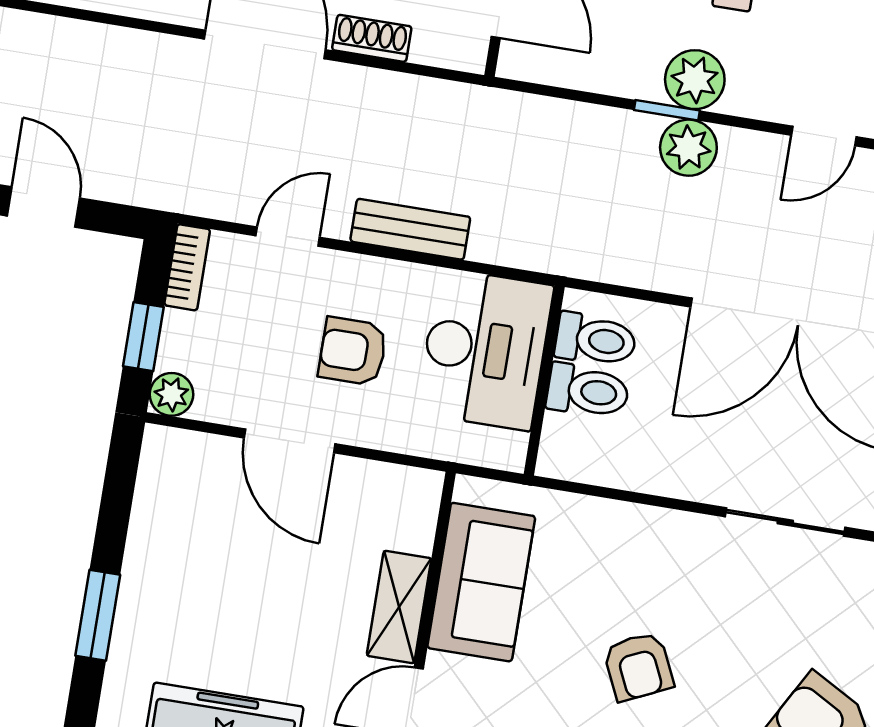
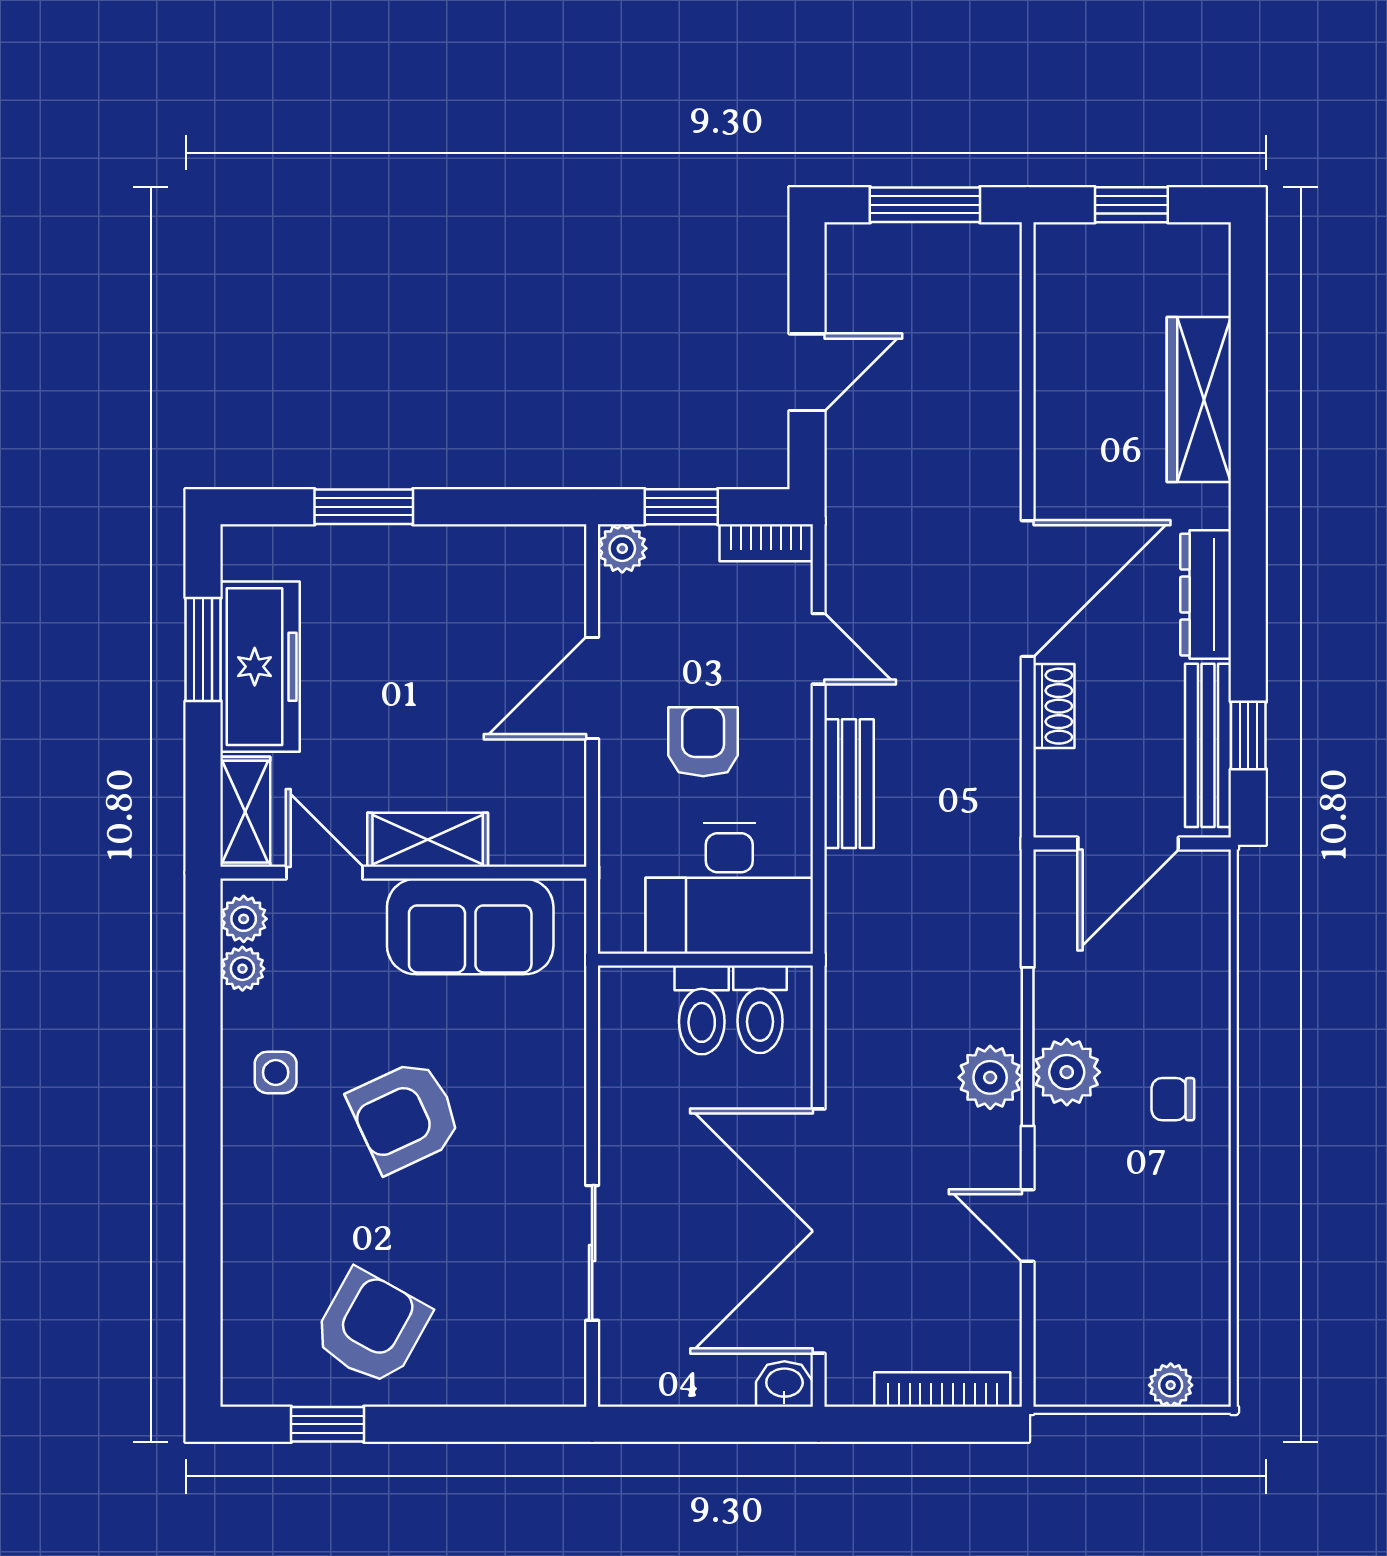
window: (667, 110) -> (1028, 1047), width x2.17
armchair: (638, 667) -> (405, 1116), width x1.38, depth x1.38

